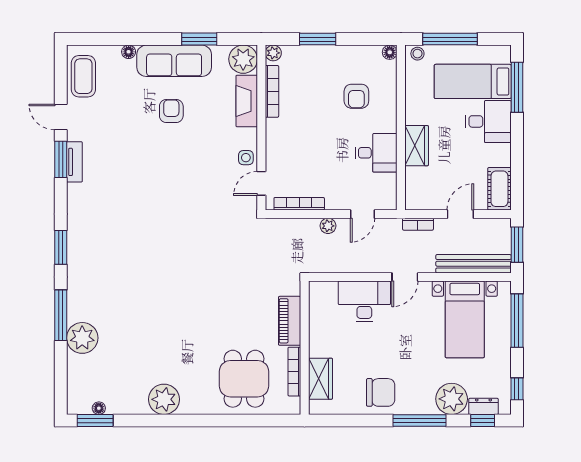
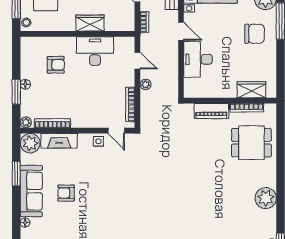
floor lamp: (390, 52) -> (25, 84), moved
desk: (376, 153) -> (95, 51), width x1.37
chair: (381, 392) -> (255, 34), moved, turned 90

